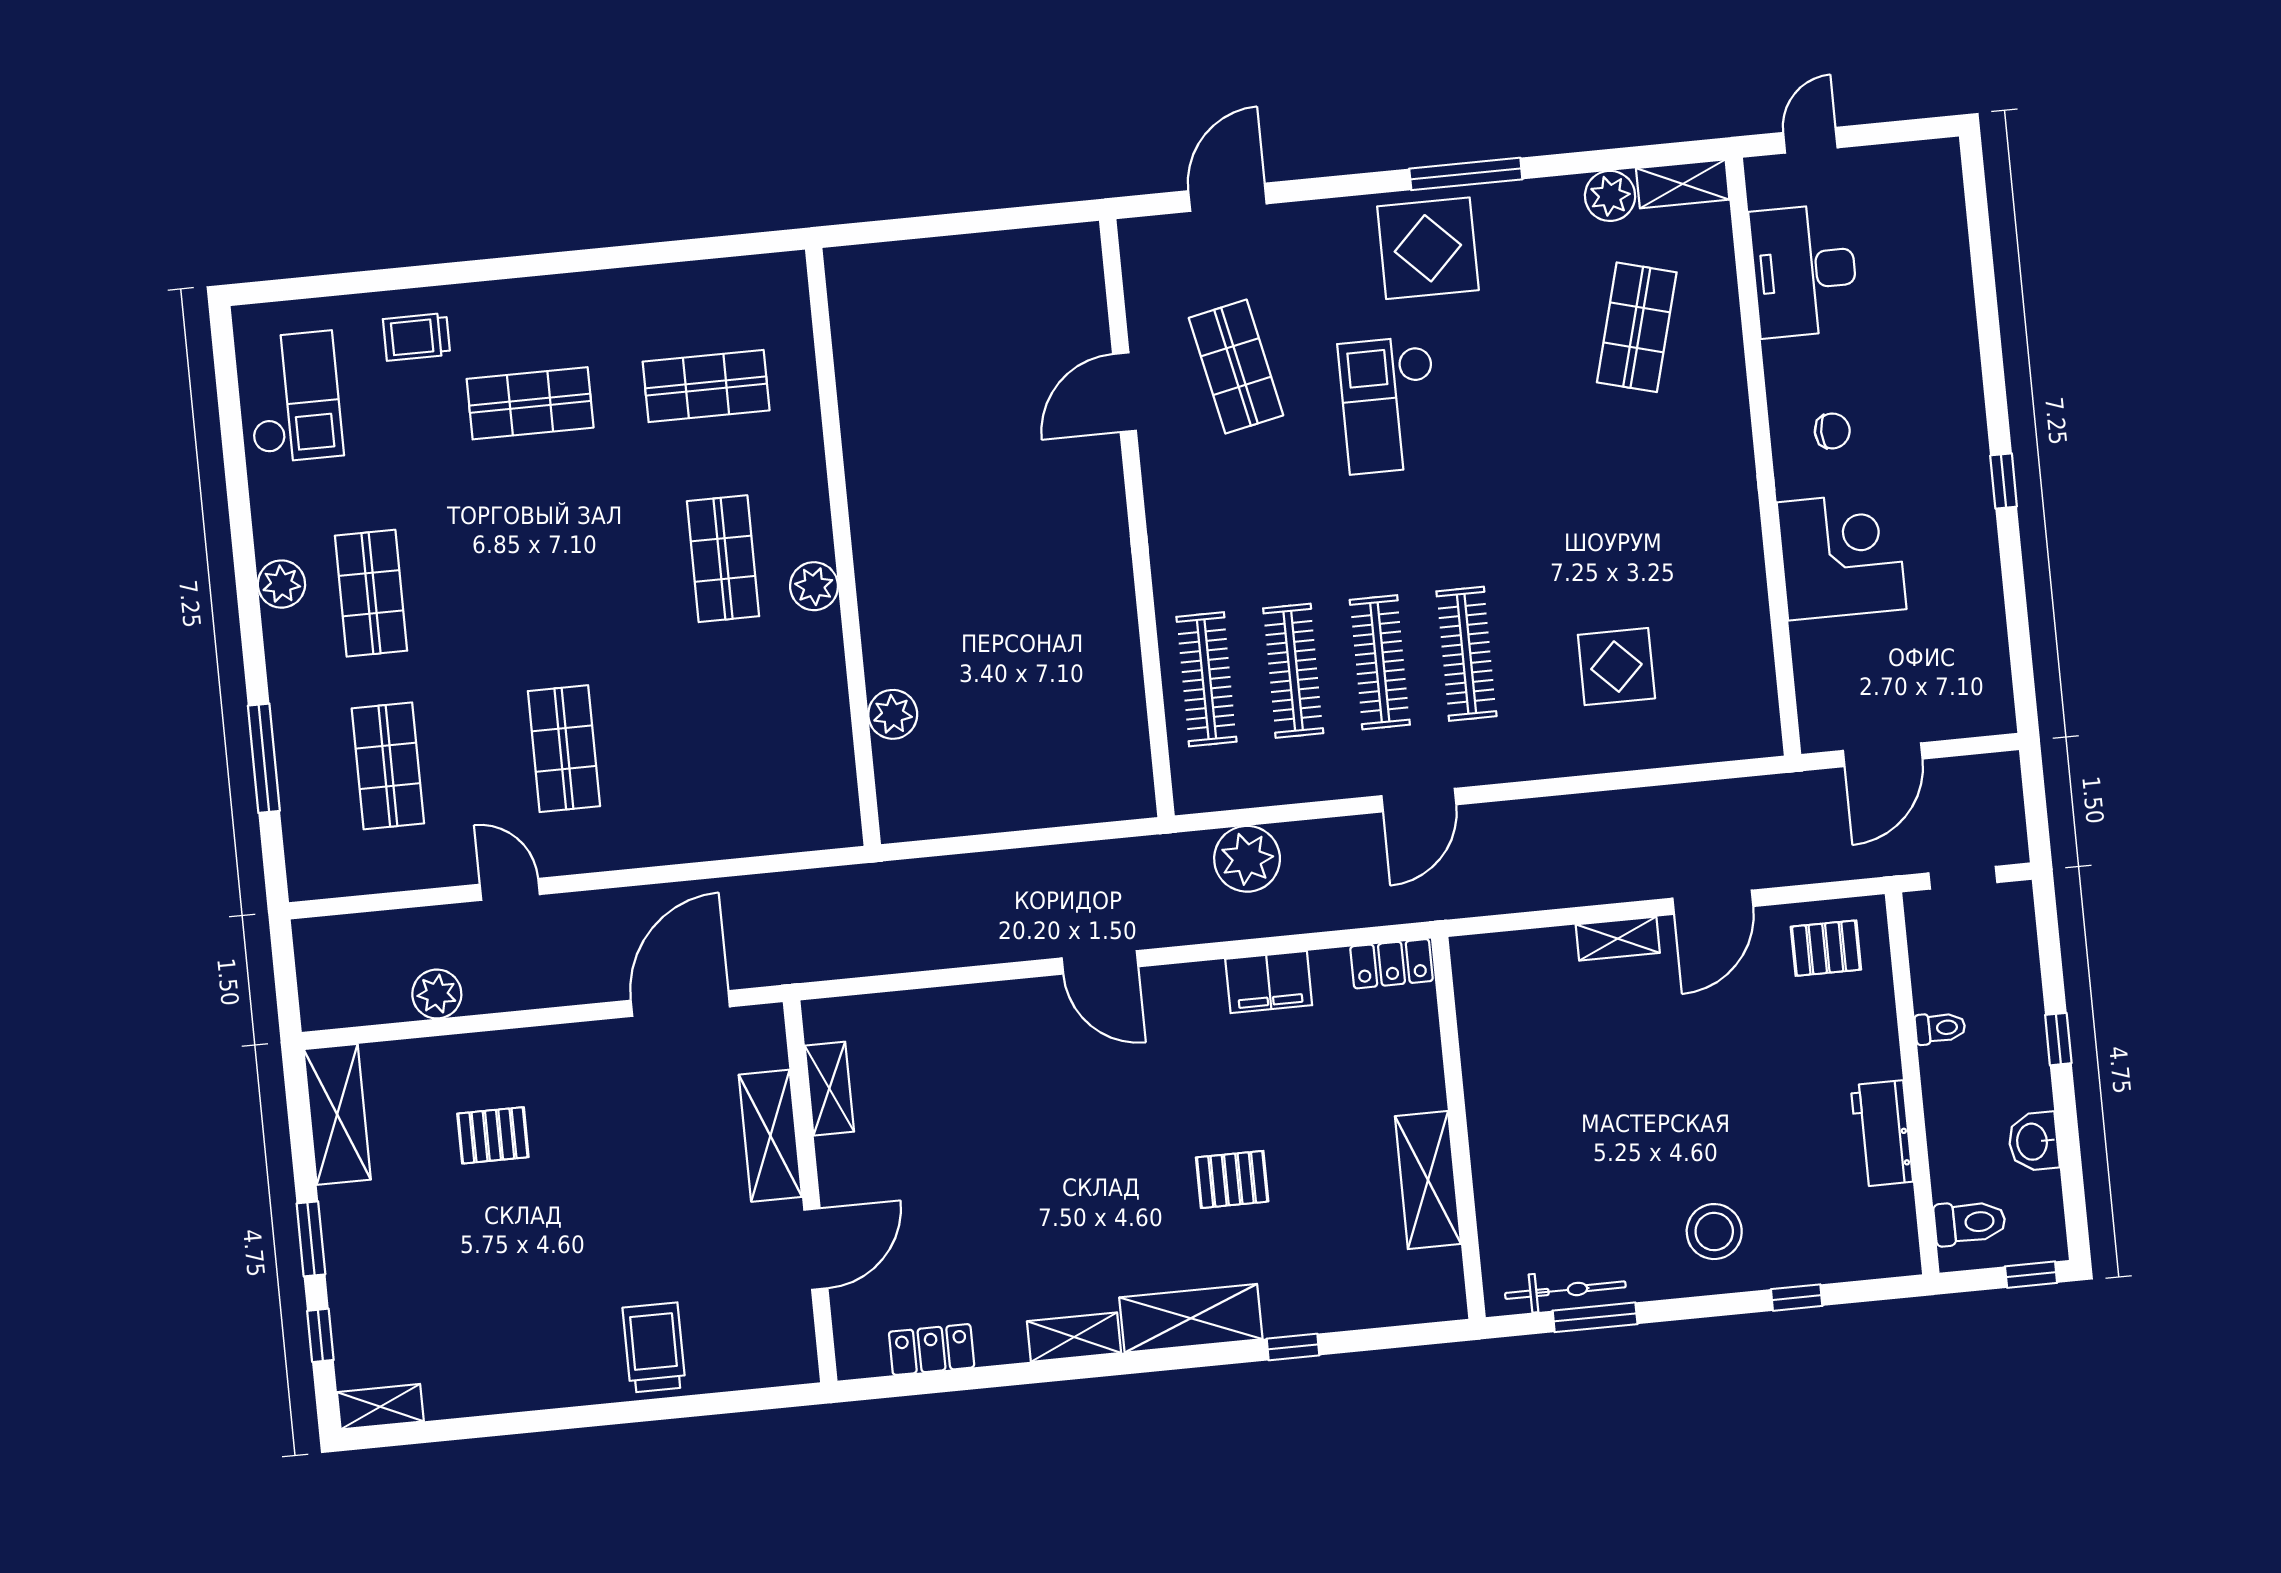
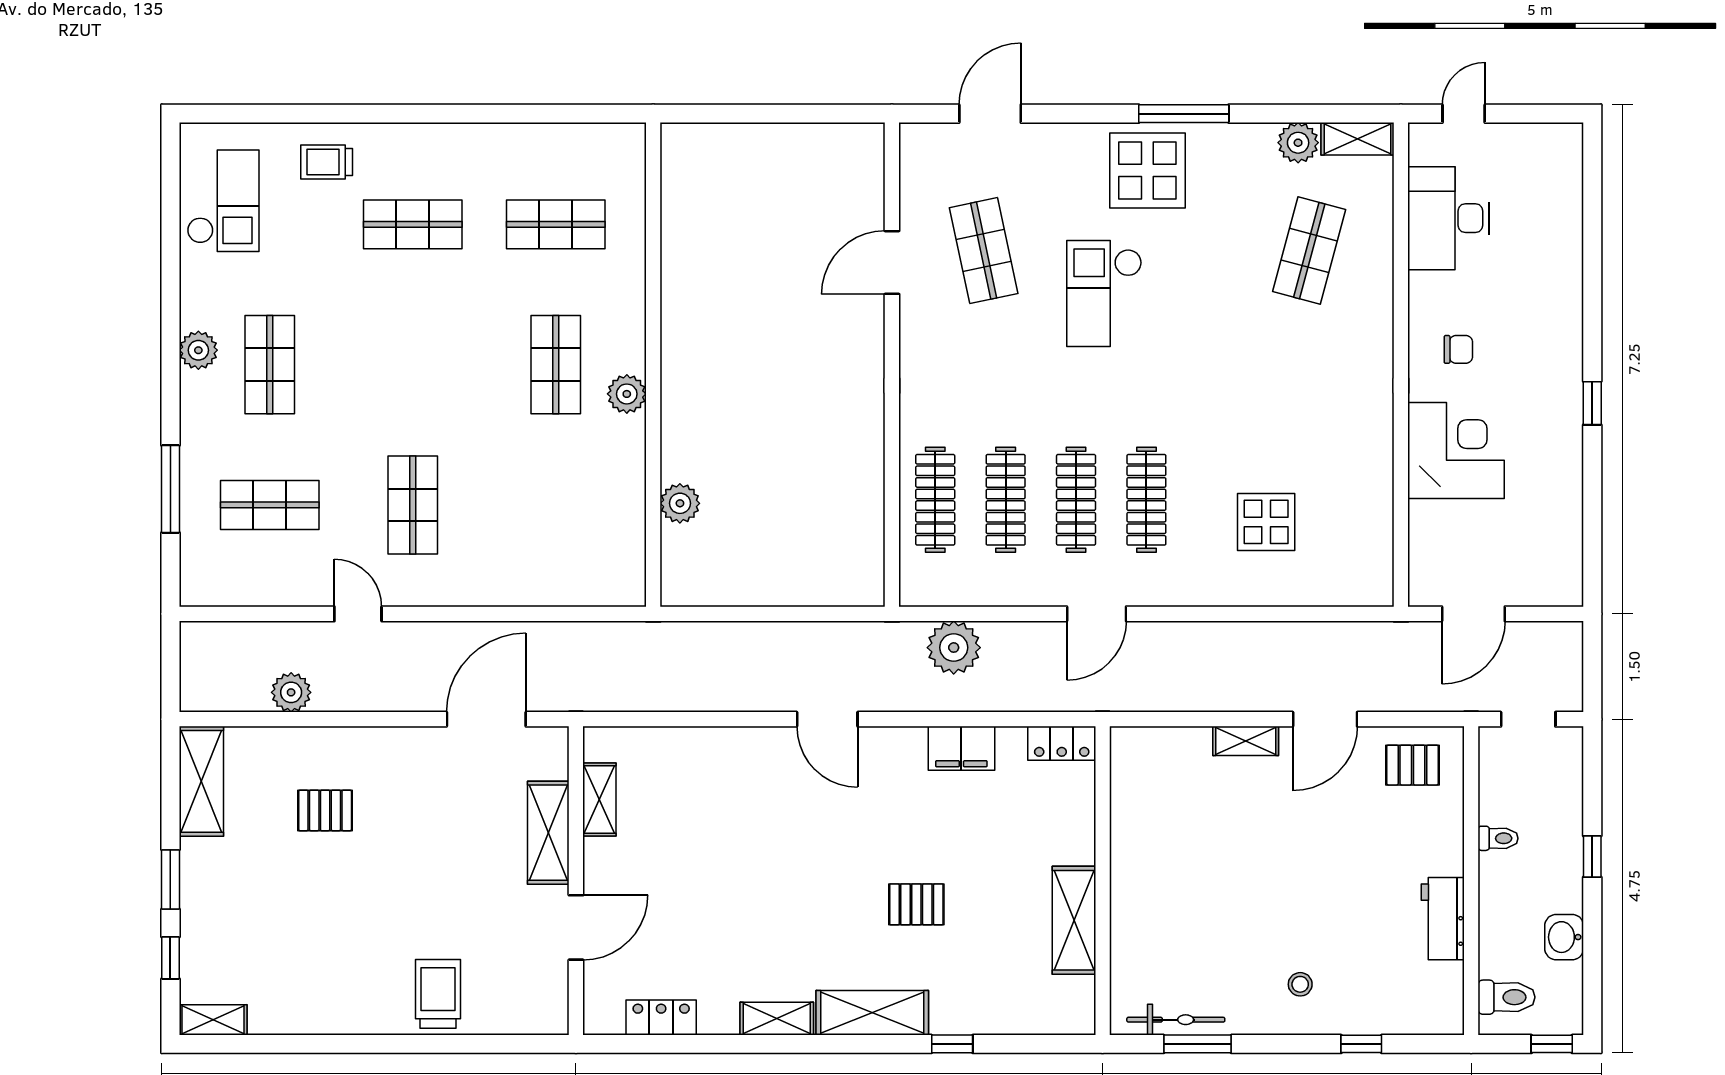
shop shelf: (388, 766) -> (270, 505), turned 90
stool: (1714, 1232) -> (1300, 984), width x0.53, depth x0.53

